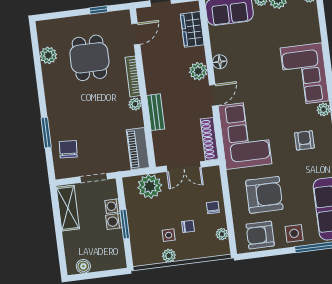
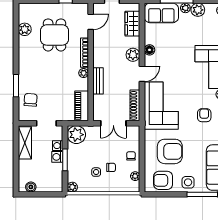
plant: (150, 186) -> (76, 135), moved
plant: (169, 256) -> (72, 187), moved

